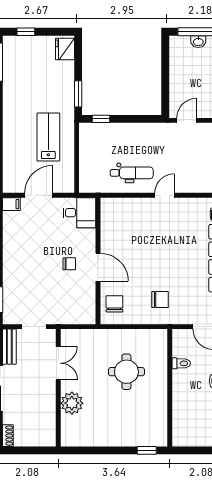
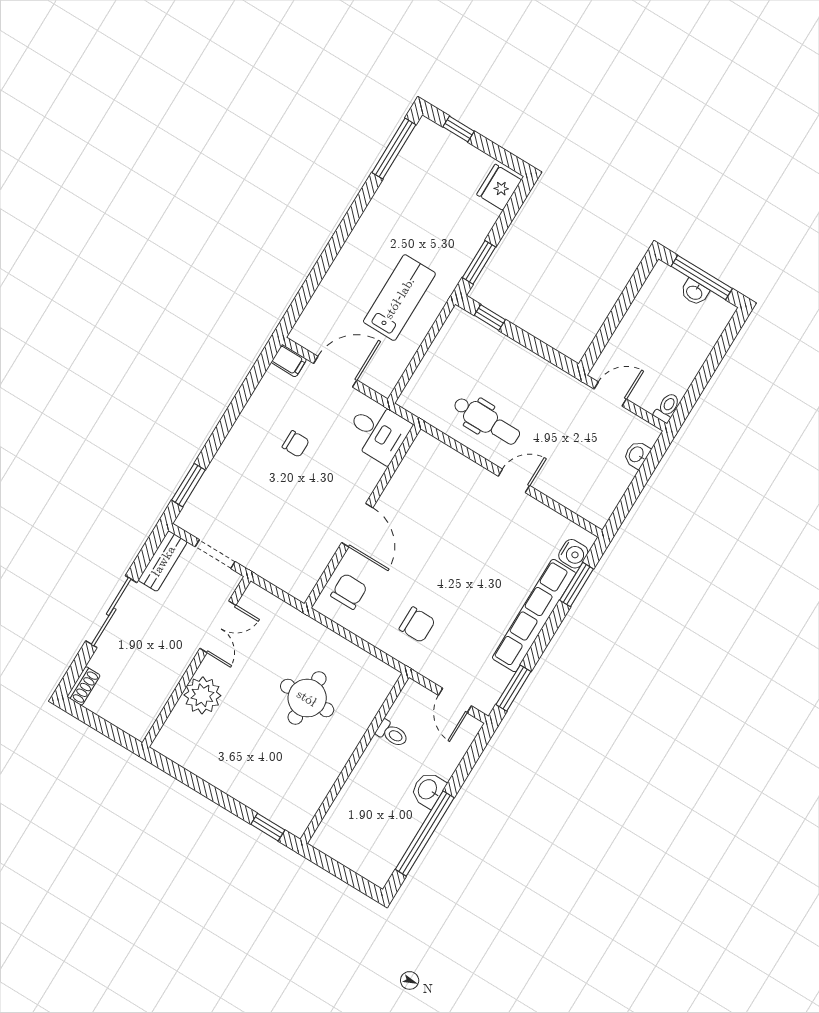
chair: (69, 264) -> (296, 444), moved

